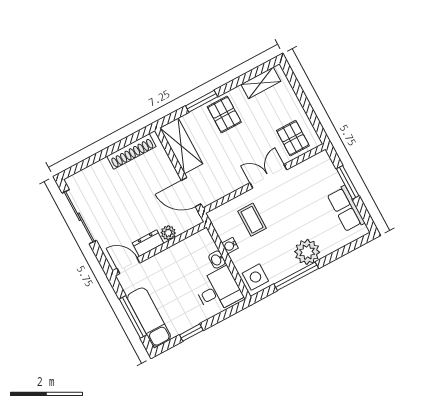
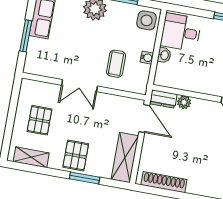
pallet: (293, 138) -> (40, 120), moved
dresser: (148, 243) -> (163, 99), moved

